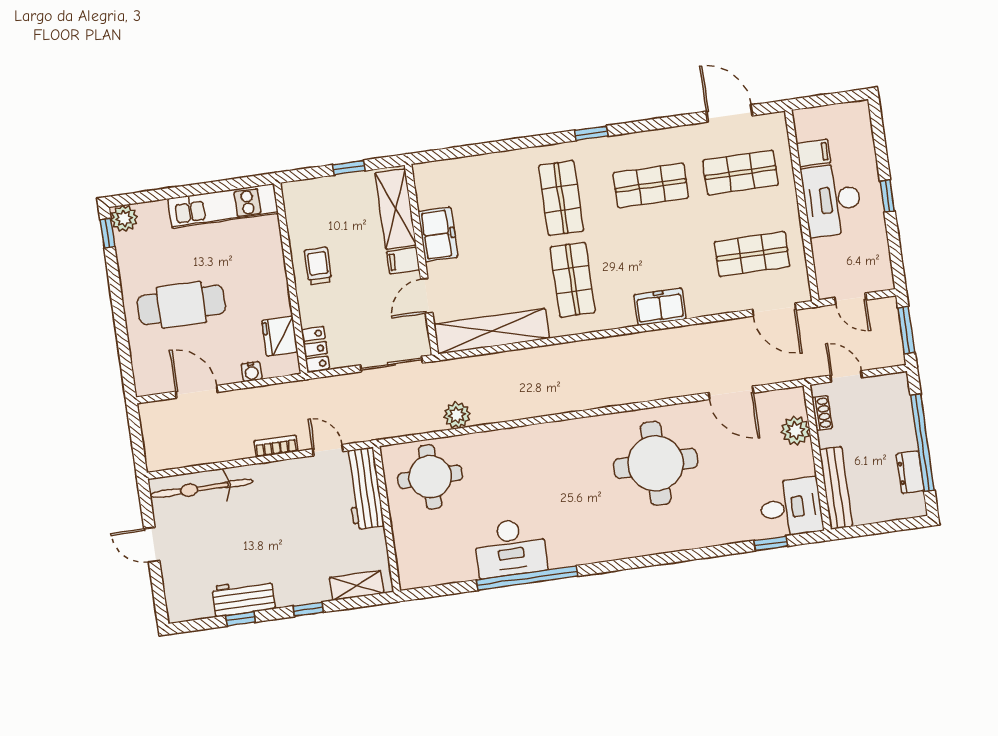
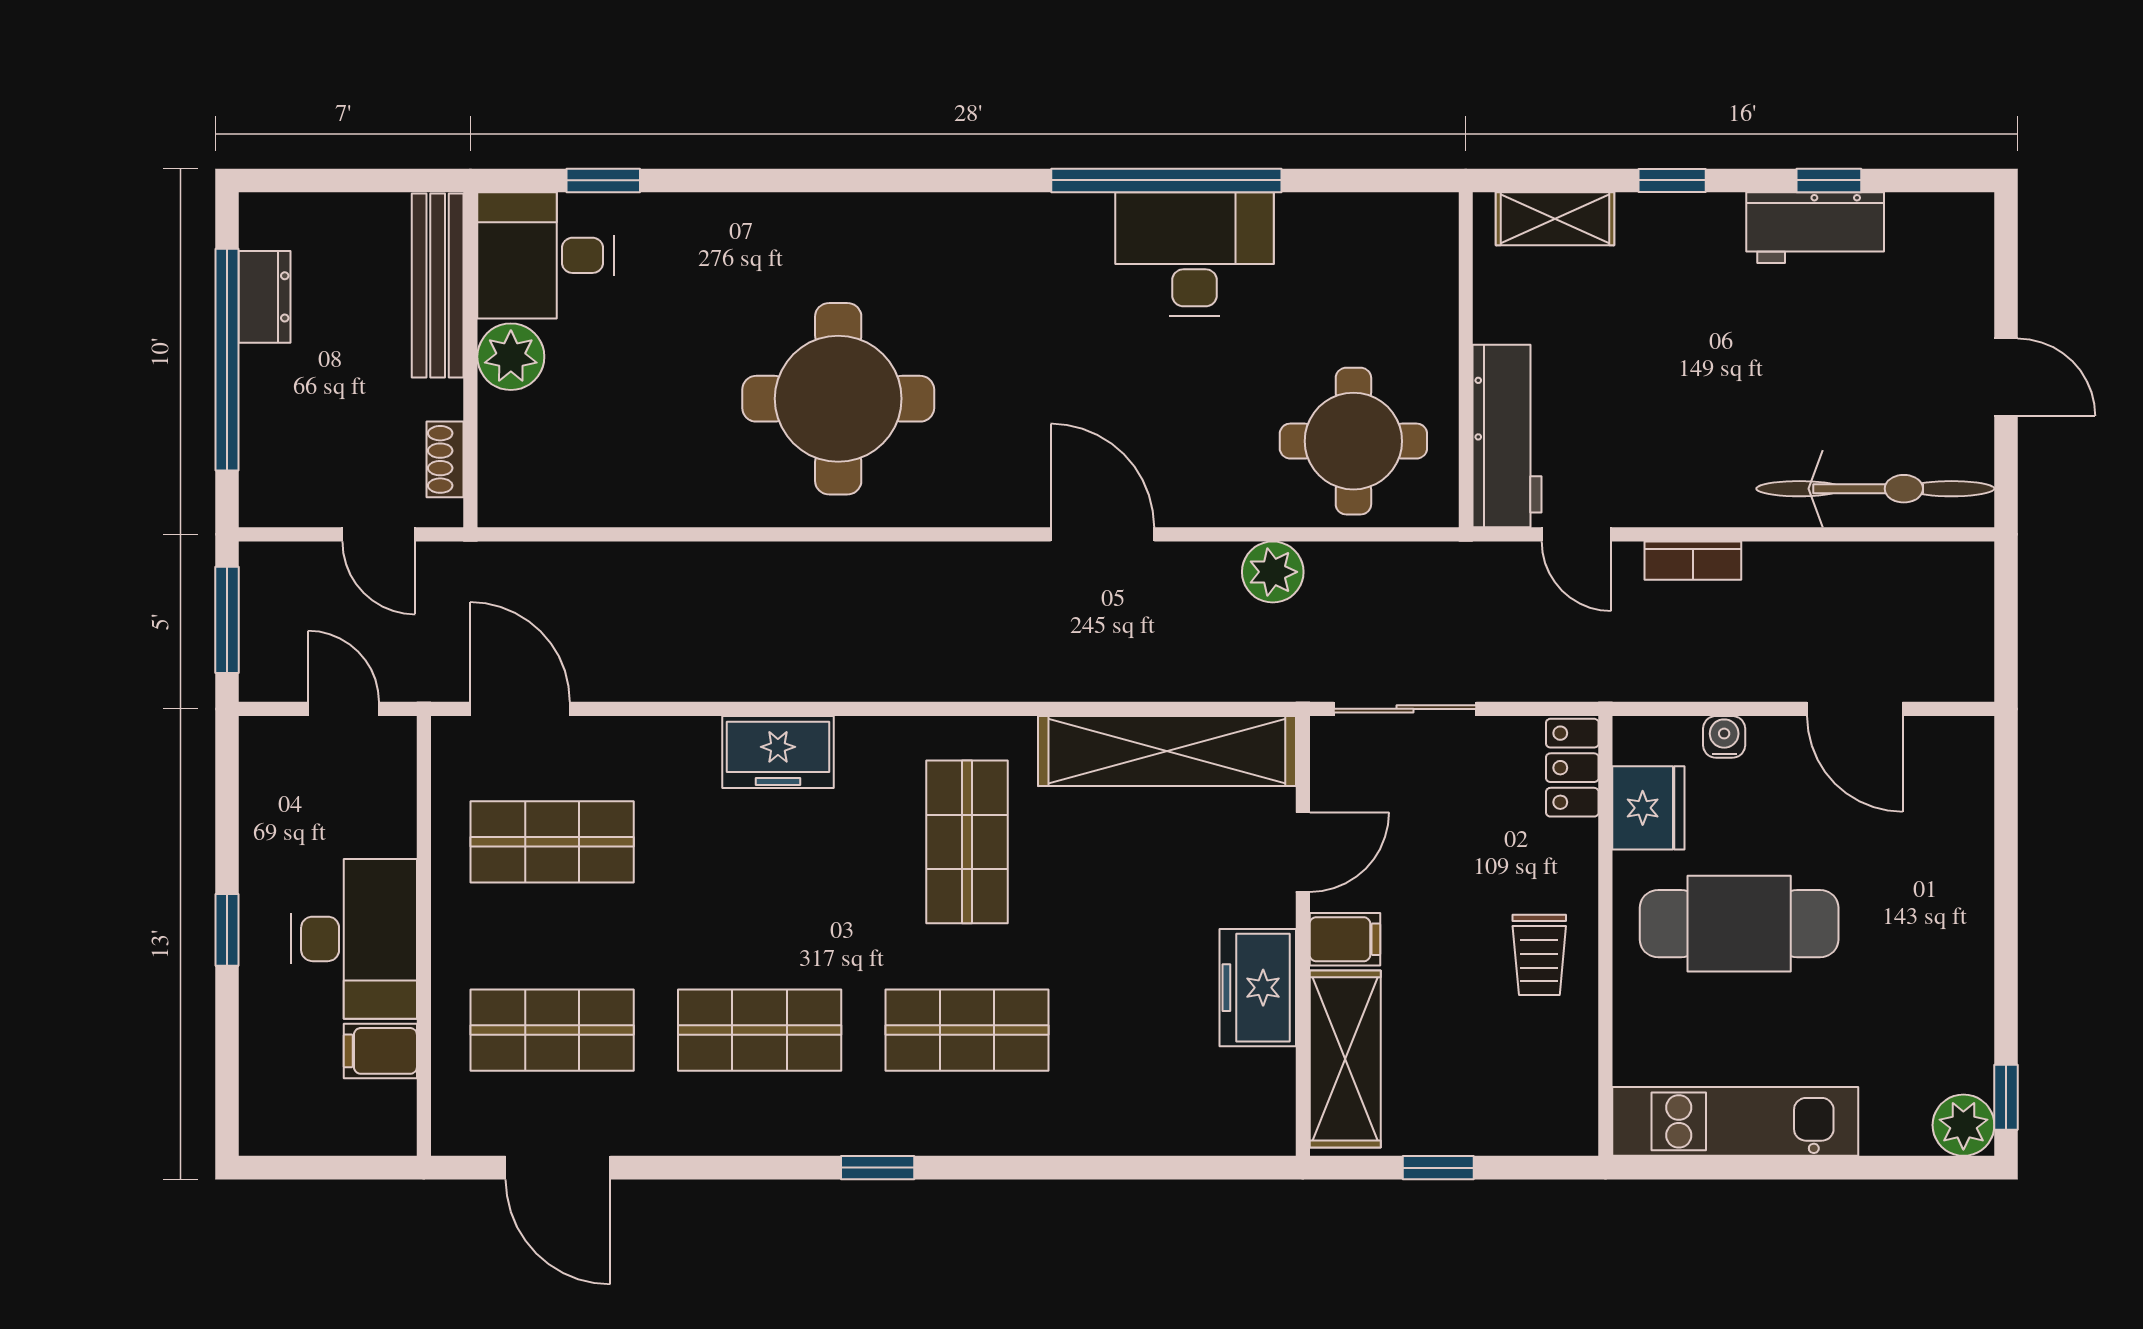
shop shelf: (561, 198) -> (967, 1030), turned 90
cafe table: (181, 305) -> (1739, 924), moved
door: (731, 393) -> (1102, 534), moved
plant: (795, 431) -> (511, 357), moved

